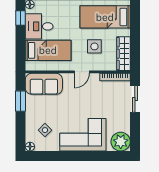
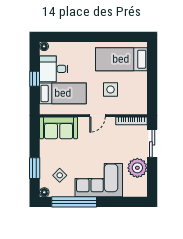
window: (21, 18) -> (35, 79), moved
wardrobe: (124, 54) -> (140, 97), removed
window: (21, 101) -> (35, 168), moved
plant: (121, 142) -> (137, 168), moved
window: (59, 156) -> (74, 202), added

